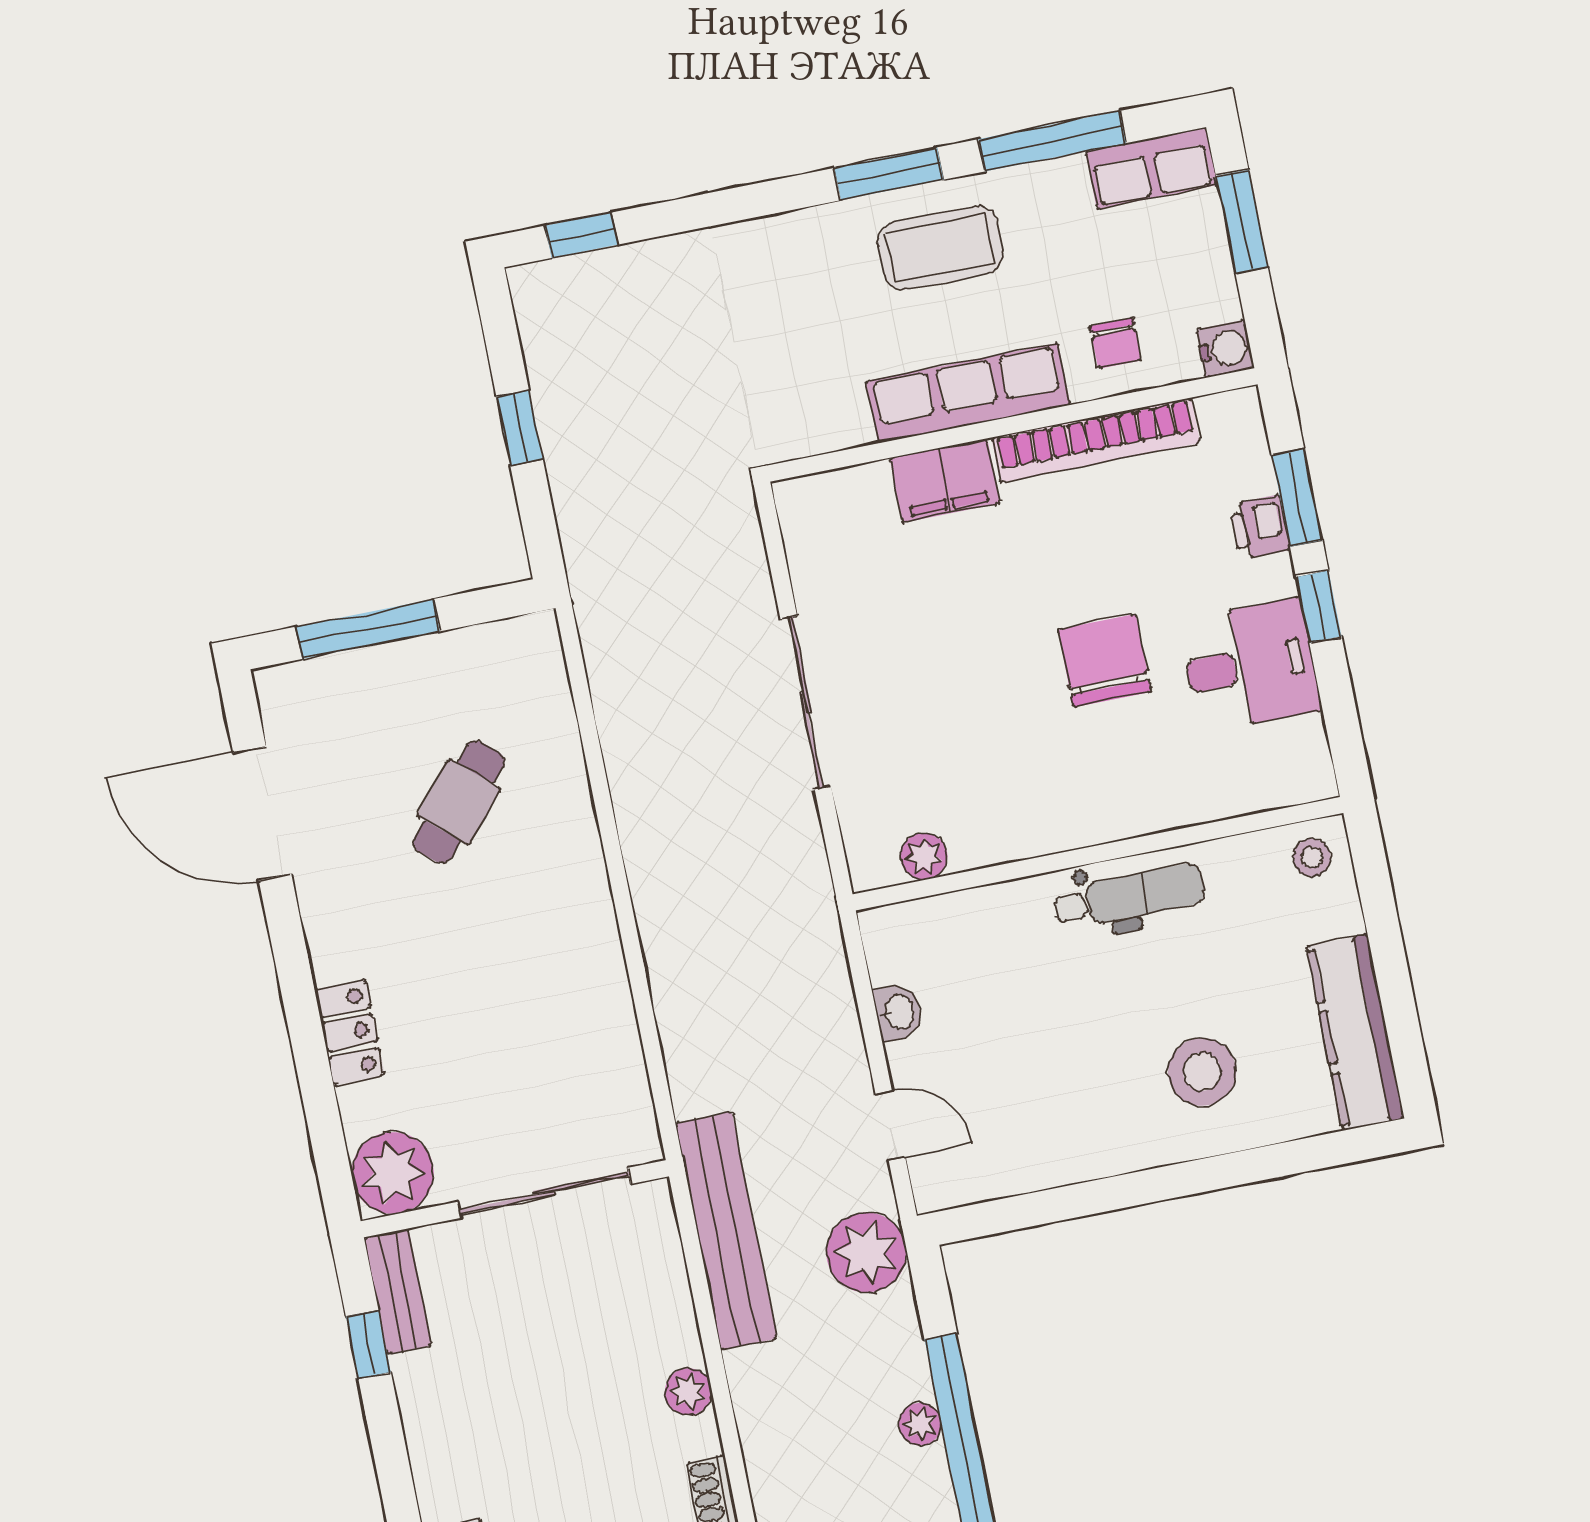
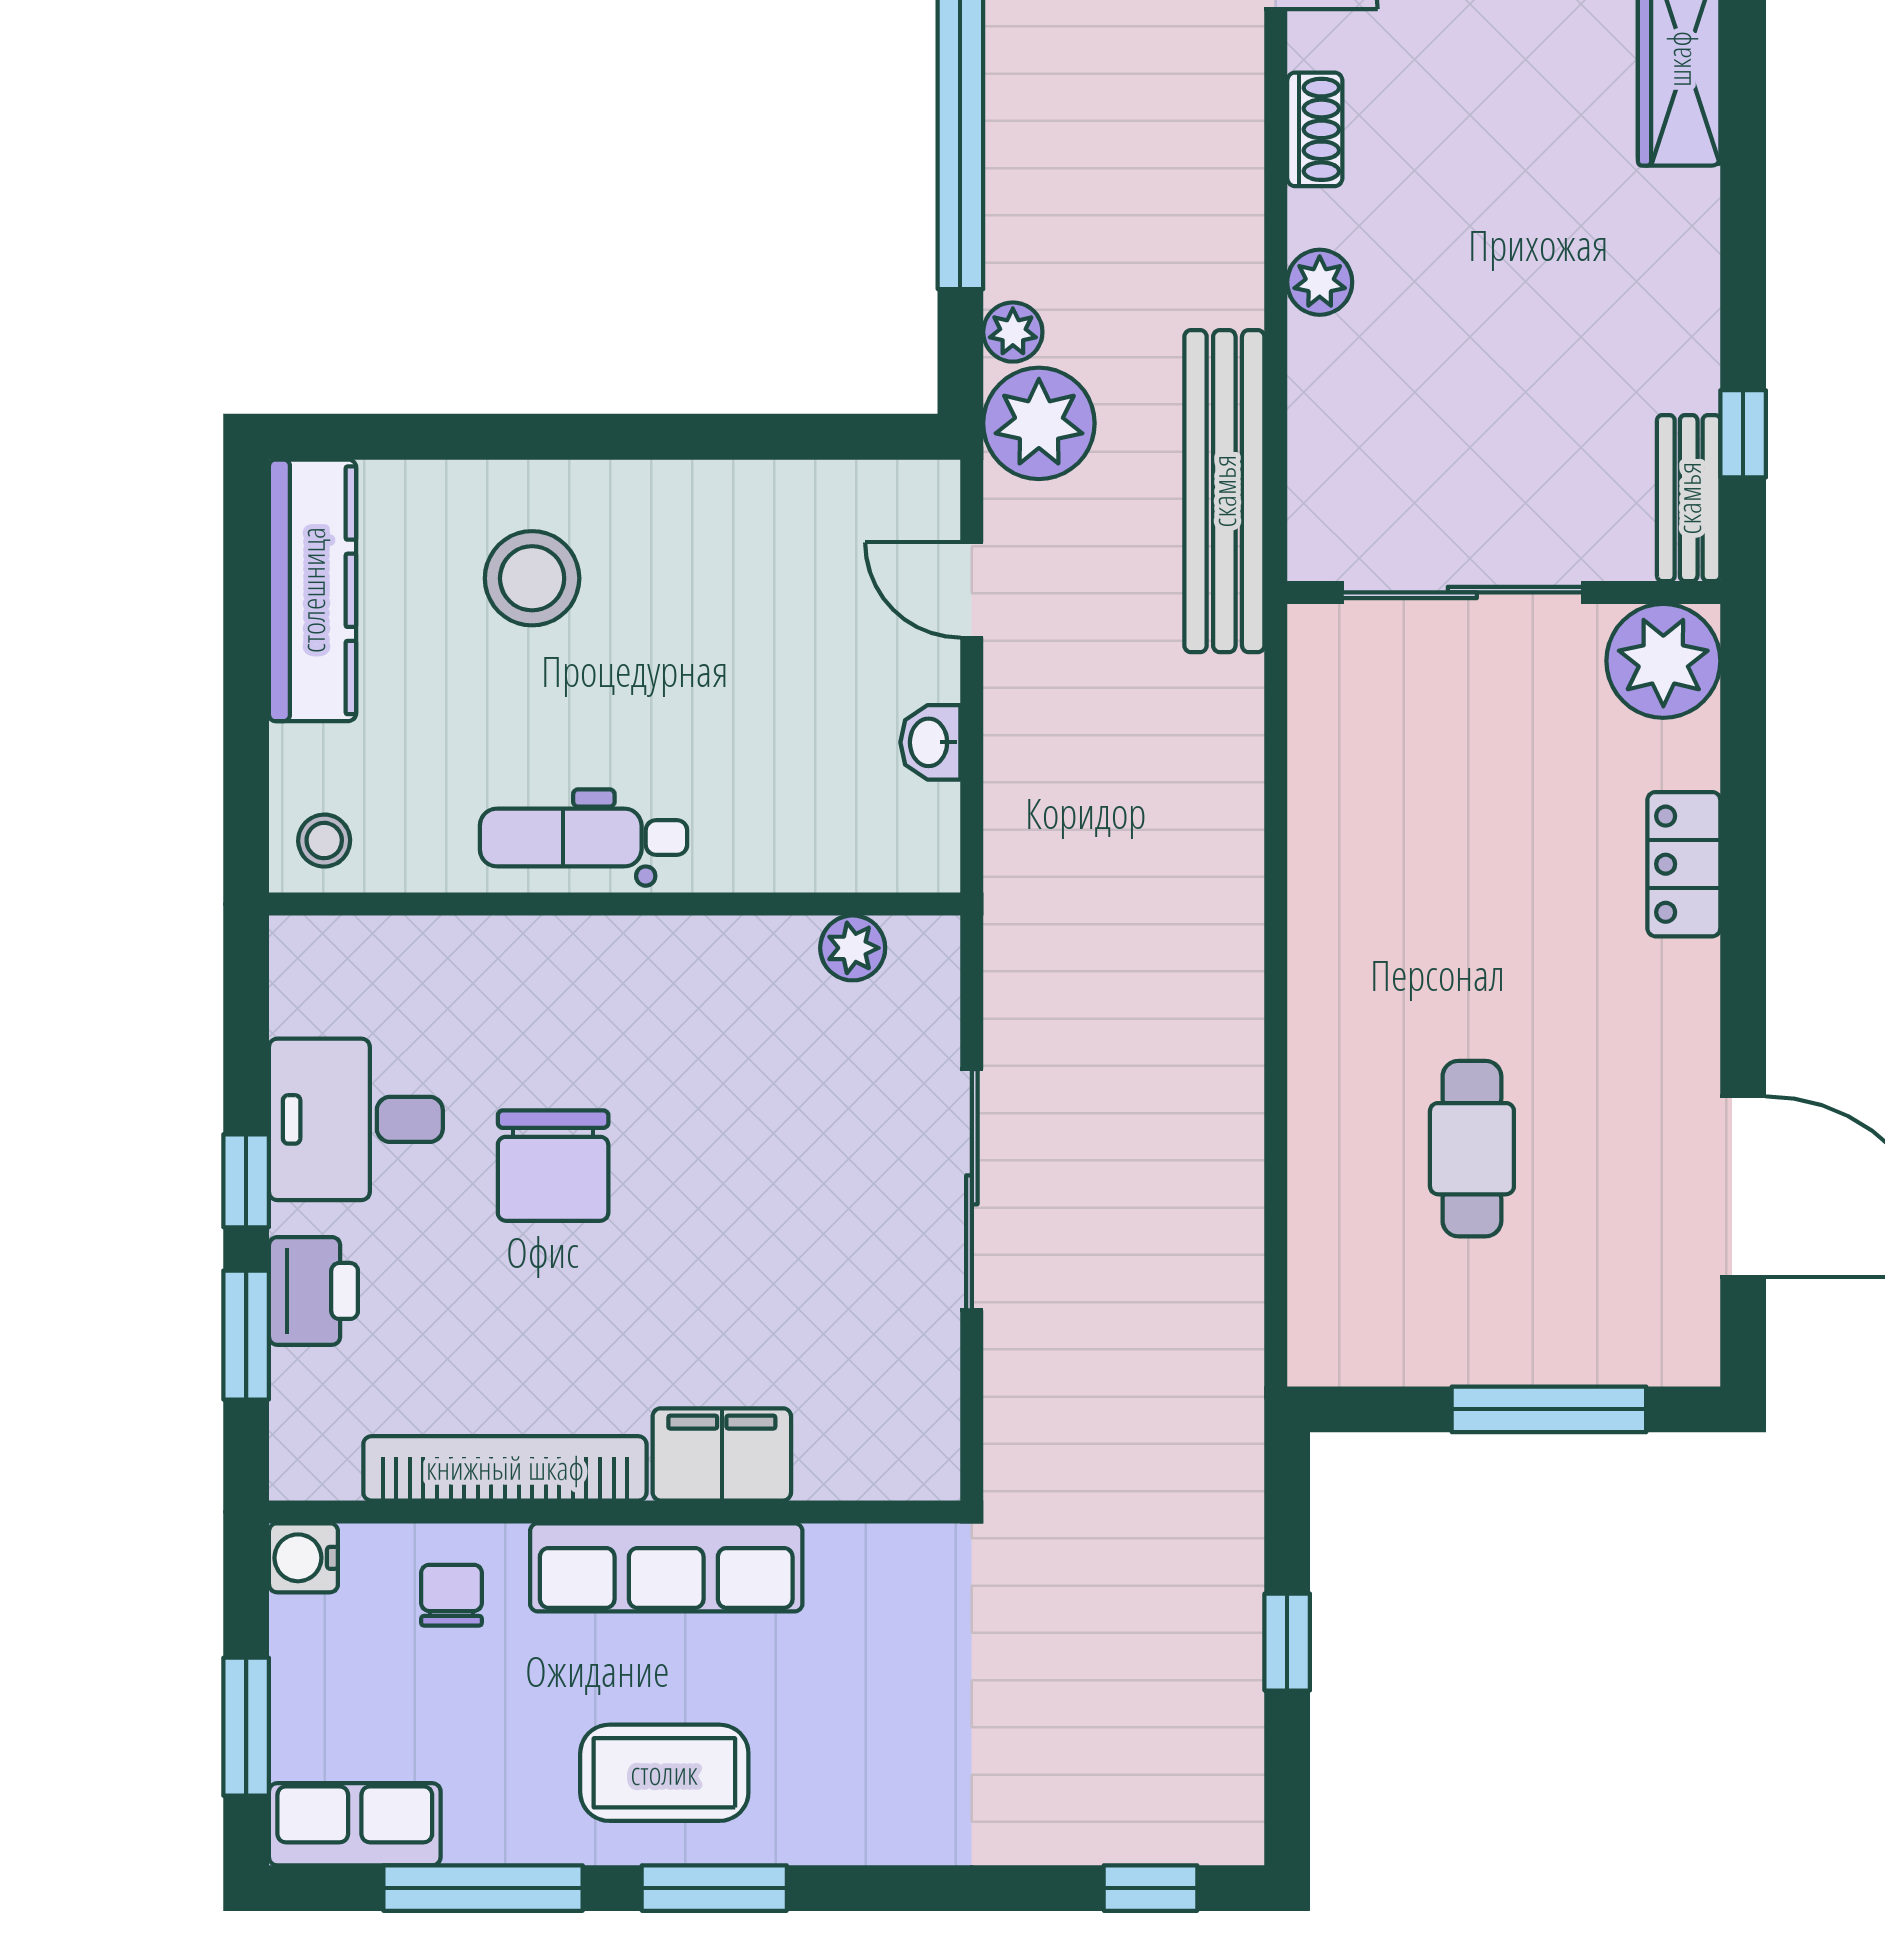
printer: (1260, 527) -> (313, 1291), width x1.36, depth x1.24
cafe table: (459, 802) -> (1472, 1149), turned -41
plant: (920, 1424) -> (1013, 332), moved

